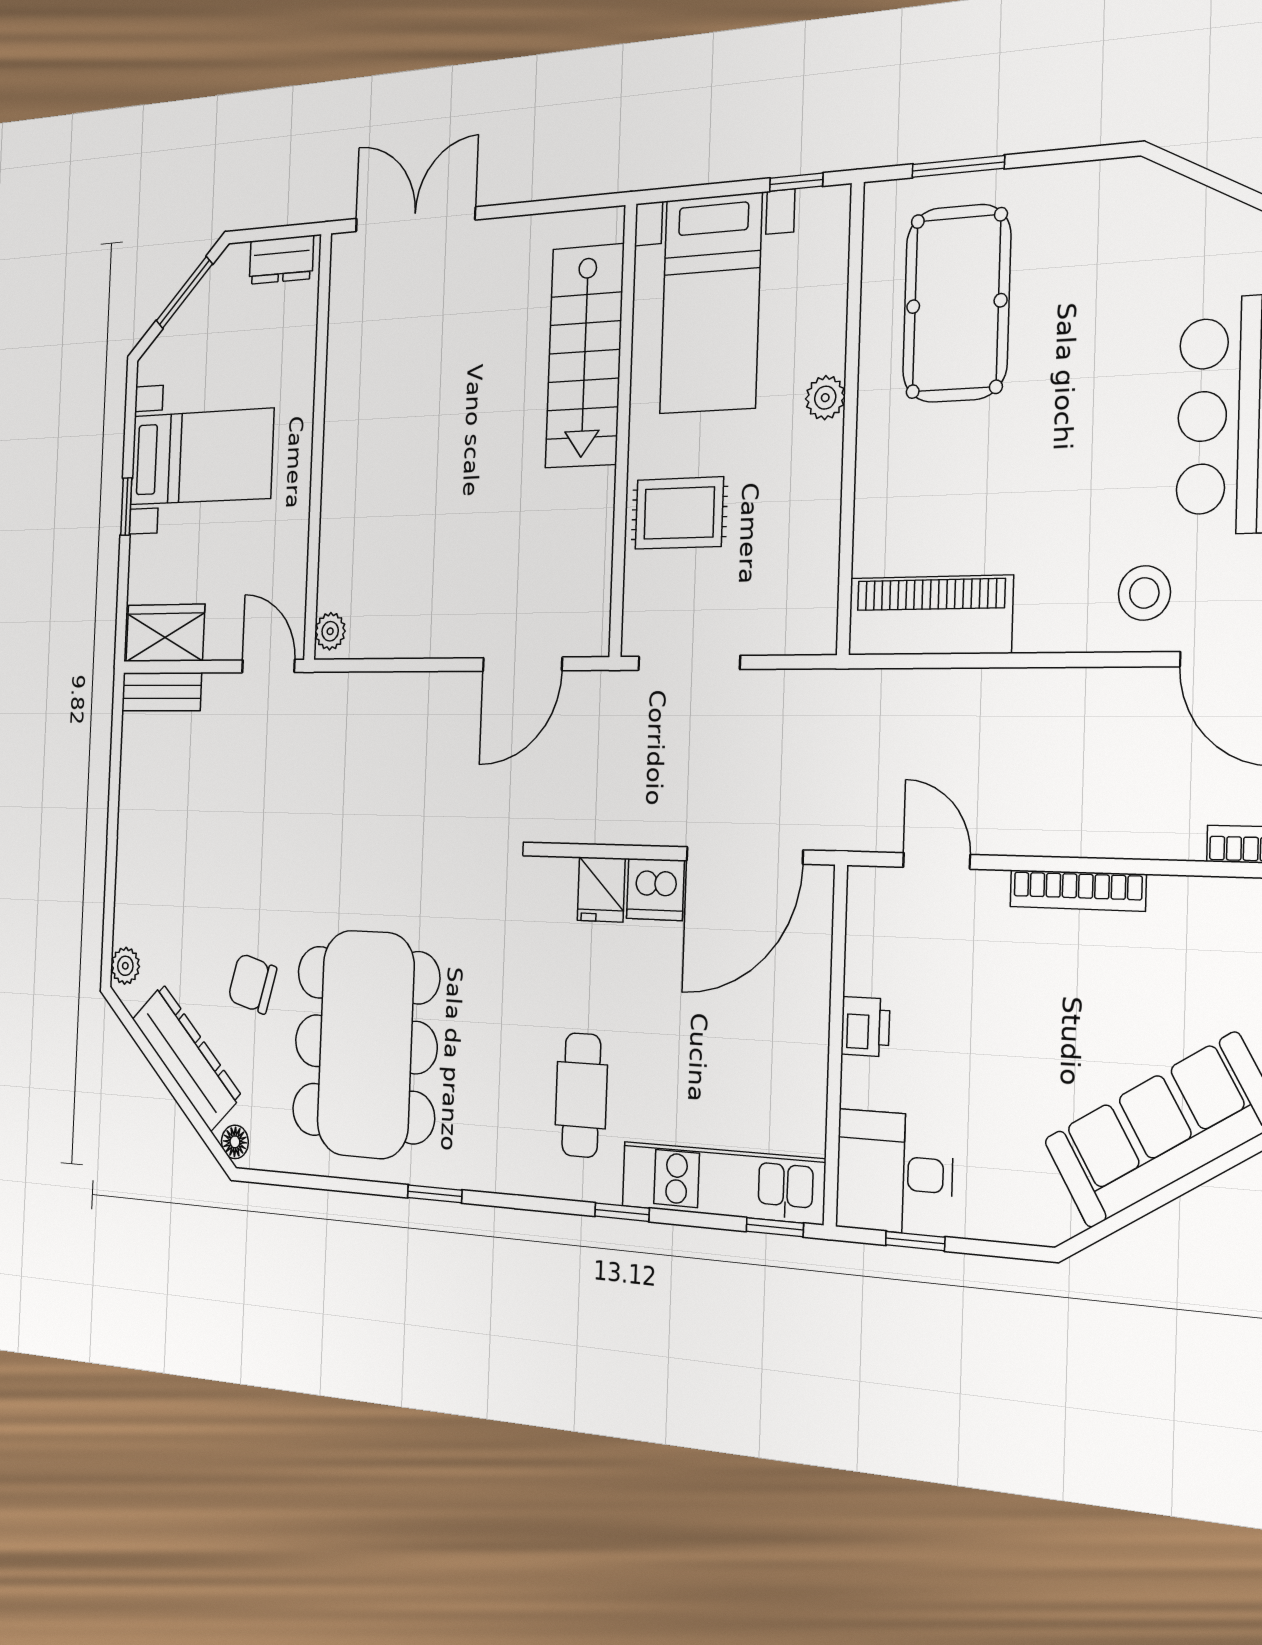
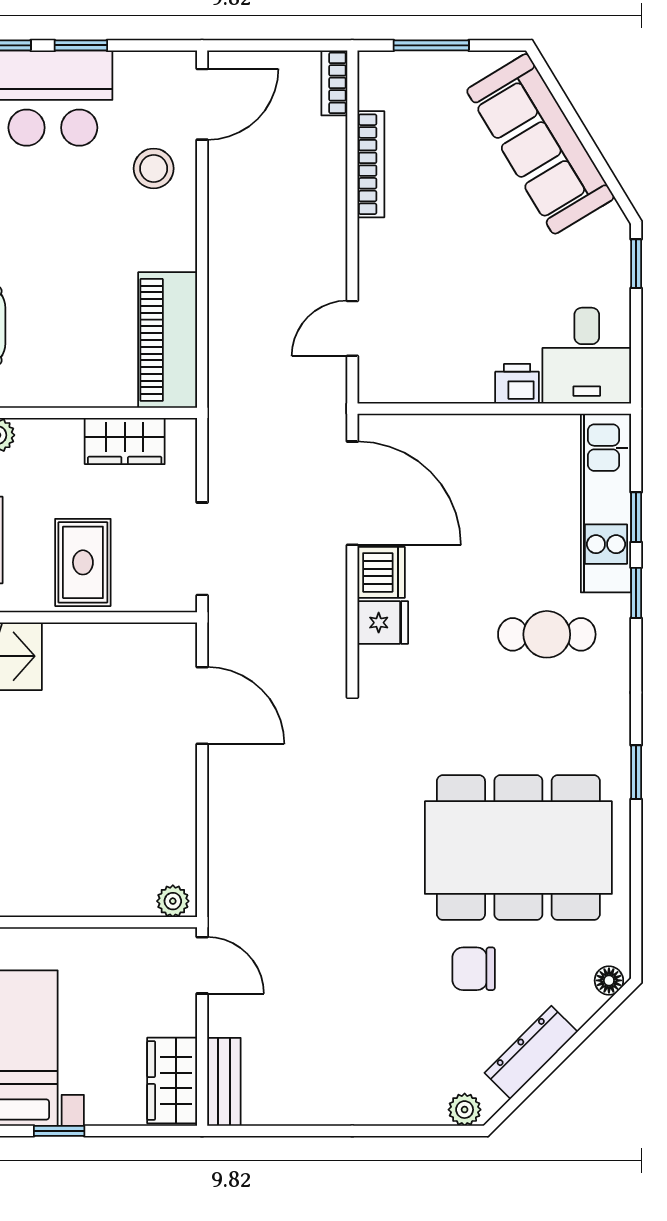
wardrobe: (813, 562) -> (125, 441), added
door: (268, 666) -> (202, 965), swing flipped
bookcase: (1078, 890) -> (371, 164), moved
chair: (252, 984) -> (474, 969), turned 75
printer: (865, 1027) -> (517, 384), moved
dresser: (187, 1057) -> (531, 1052), width x0.73, depth x0.80
window: (775, 1227) -> (636, 517), moved
window: (915, 1241) -> (636, 264), moved

